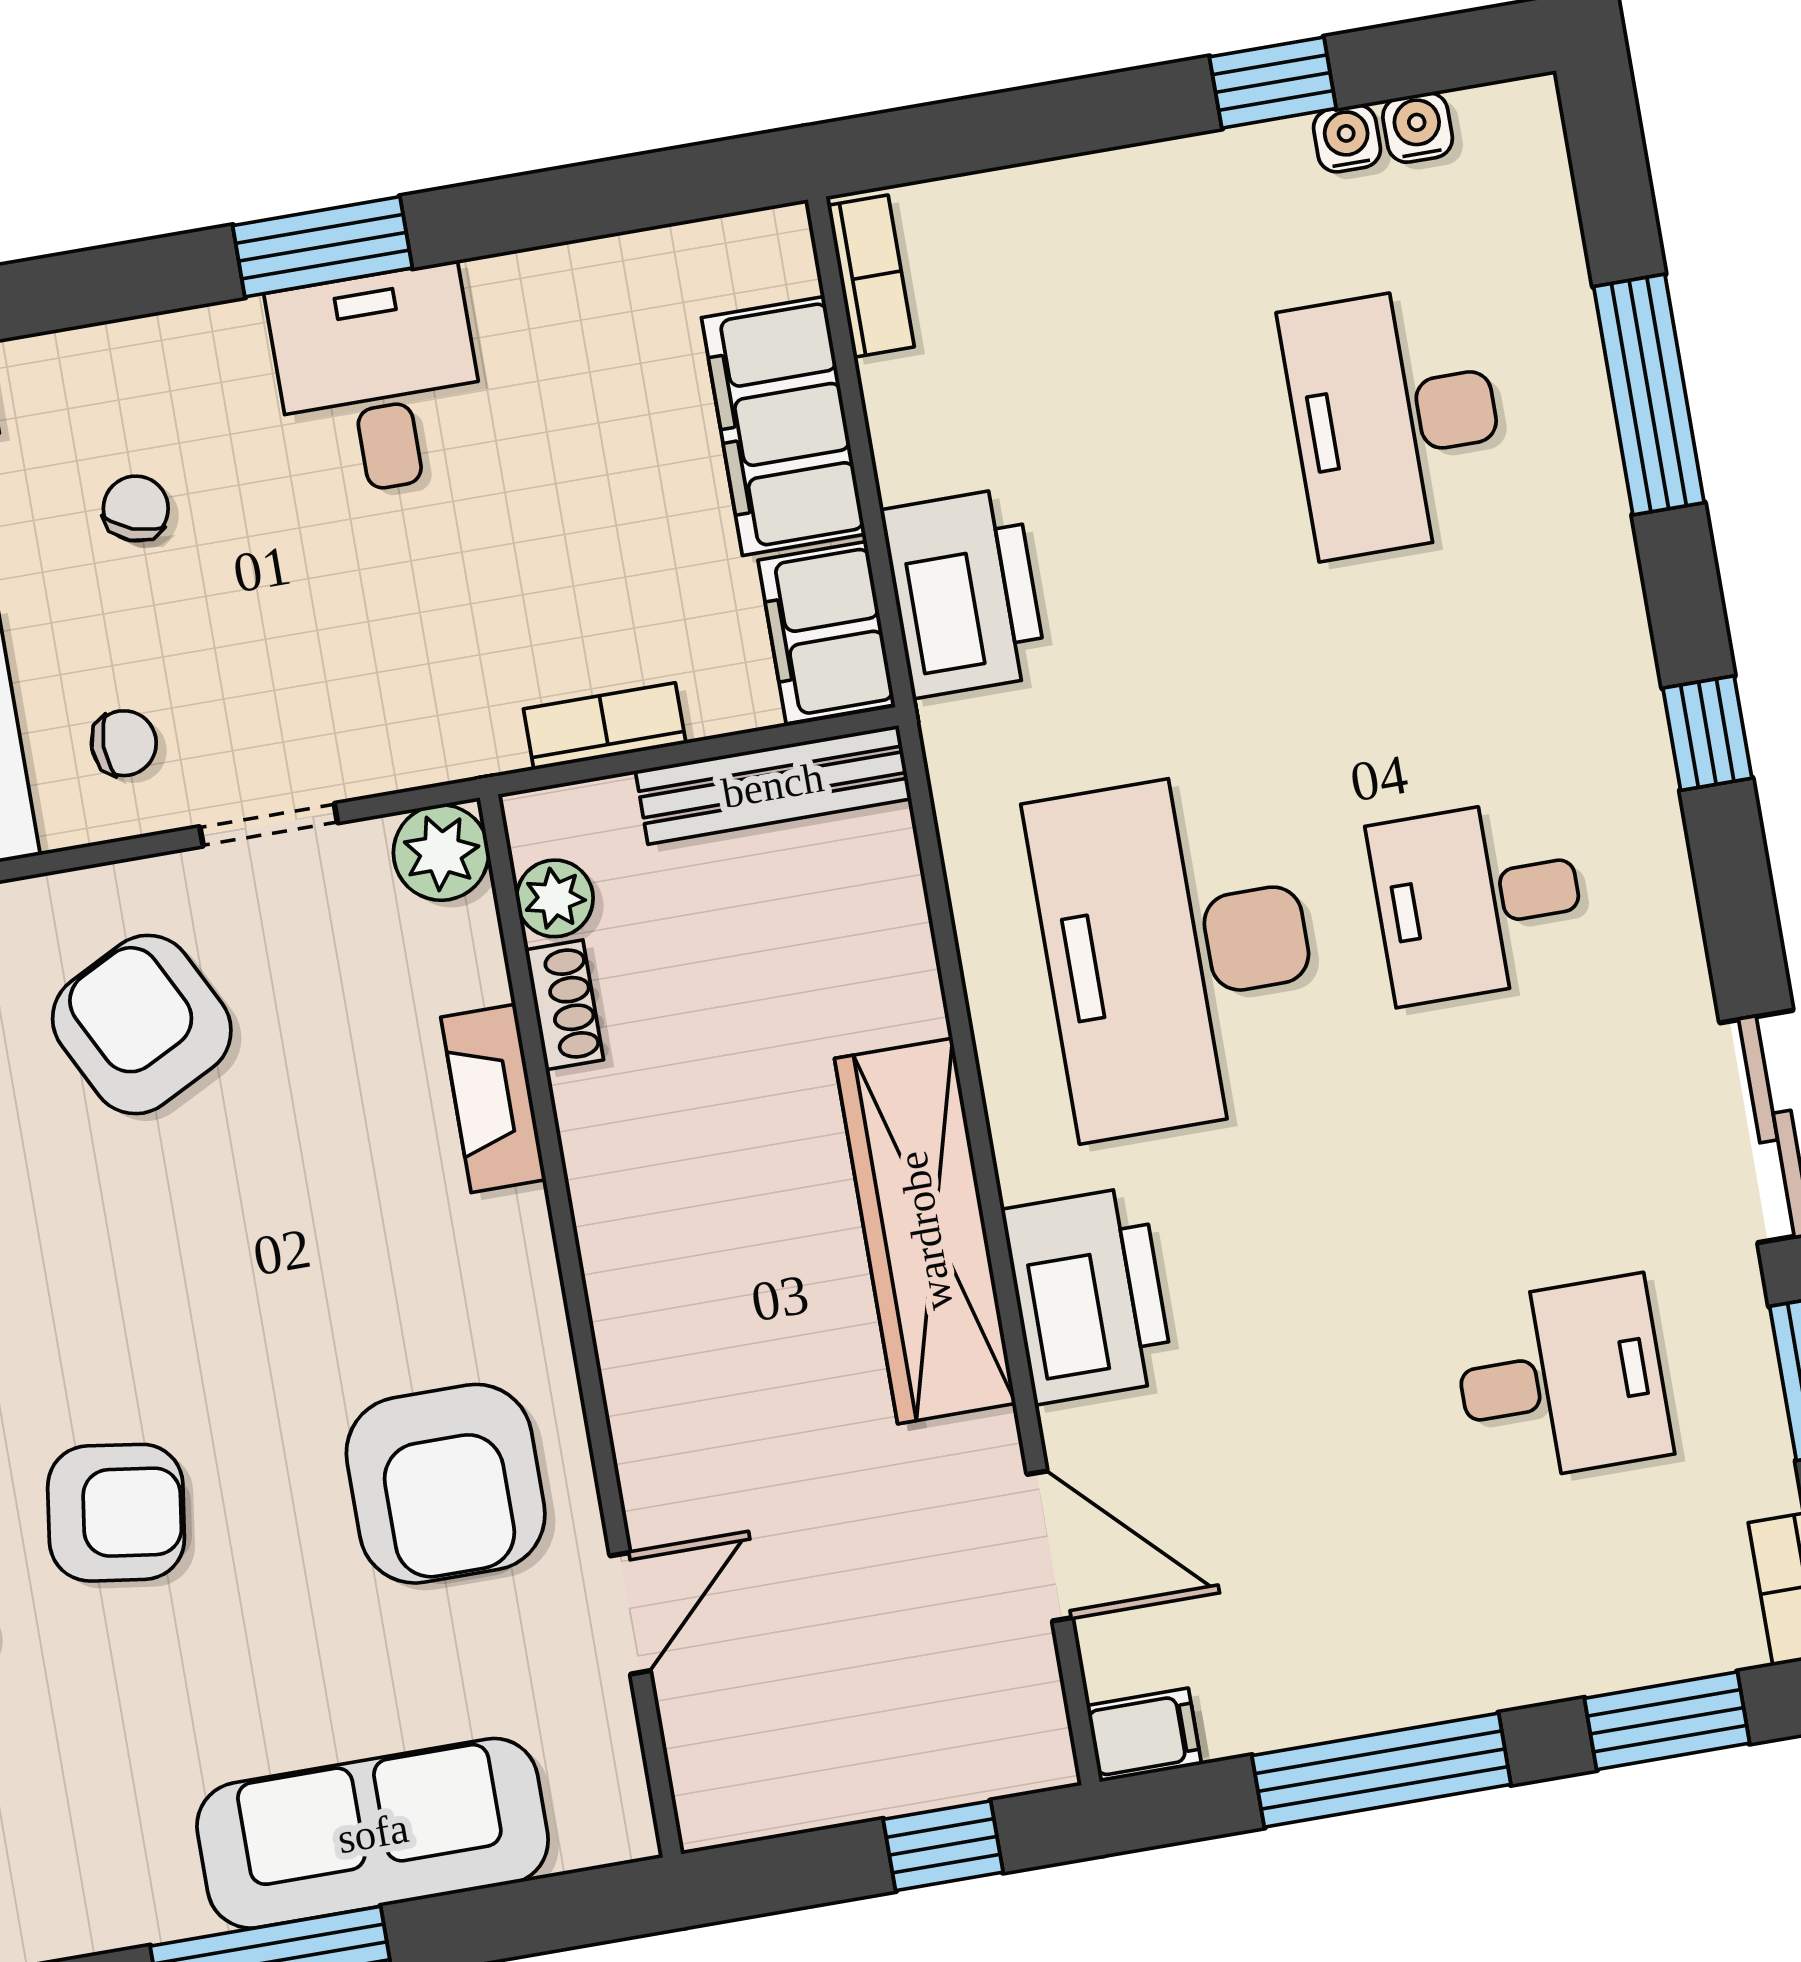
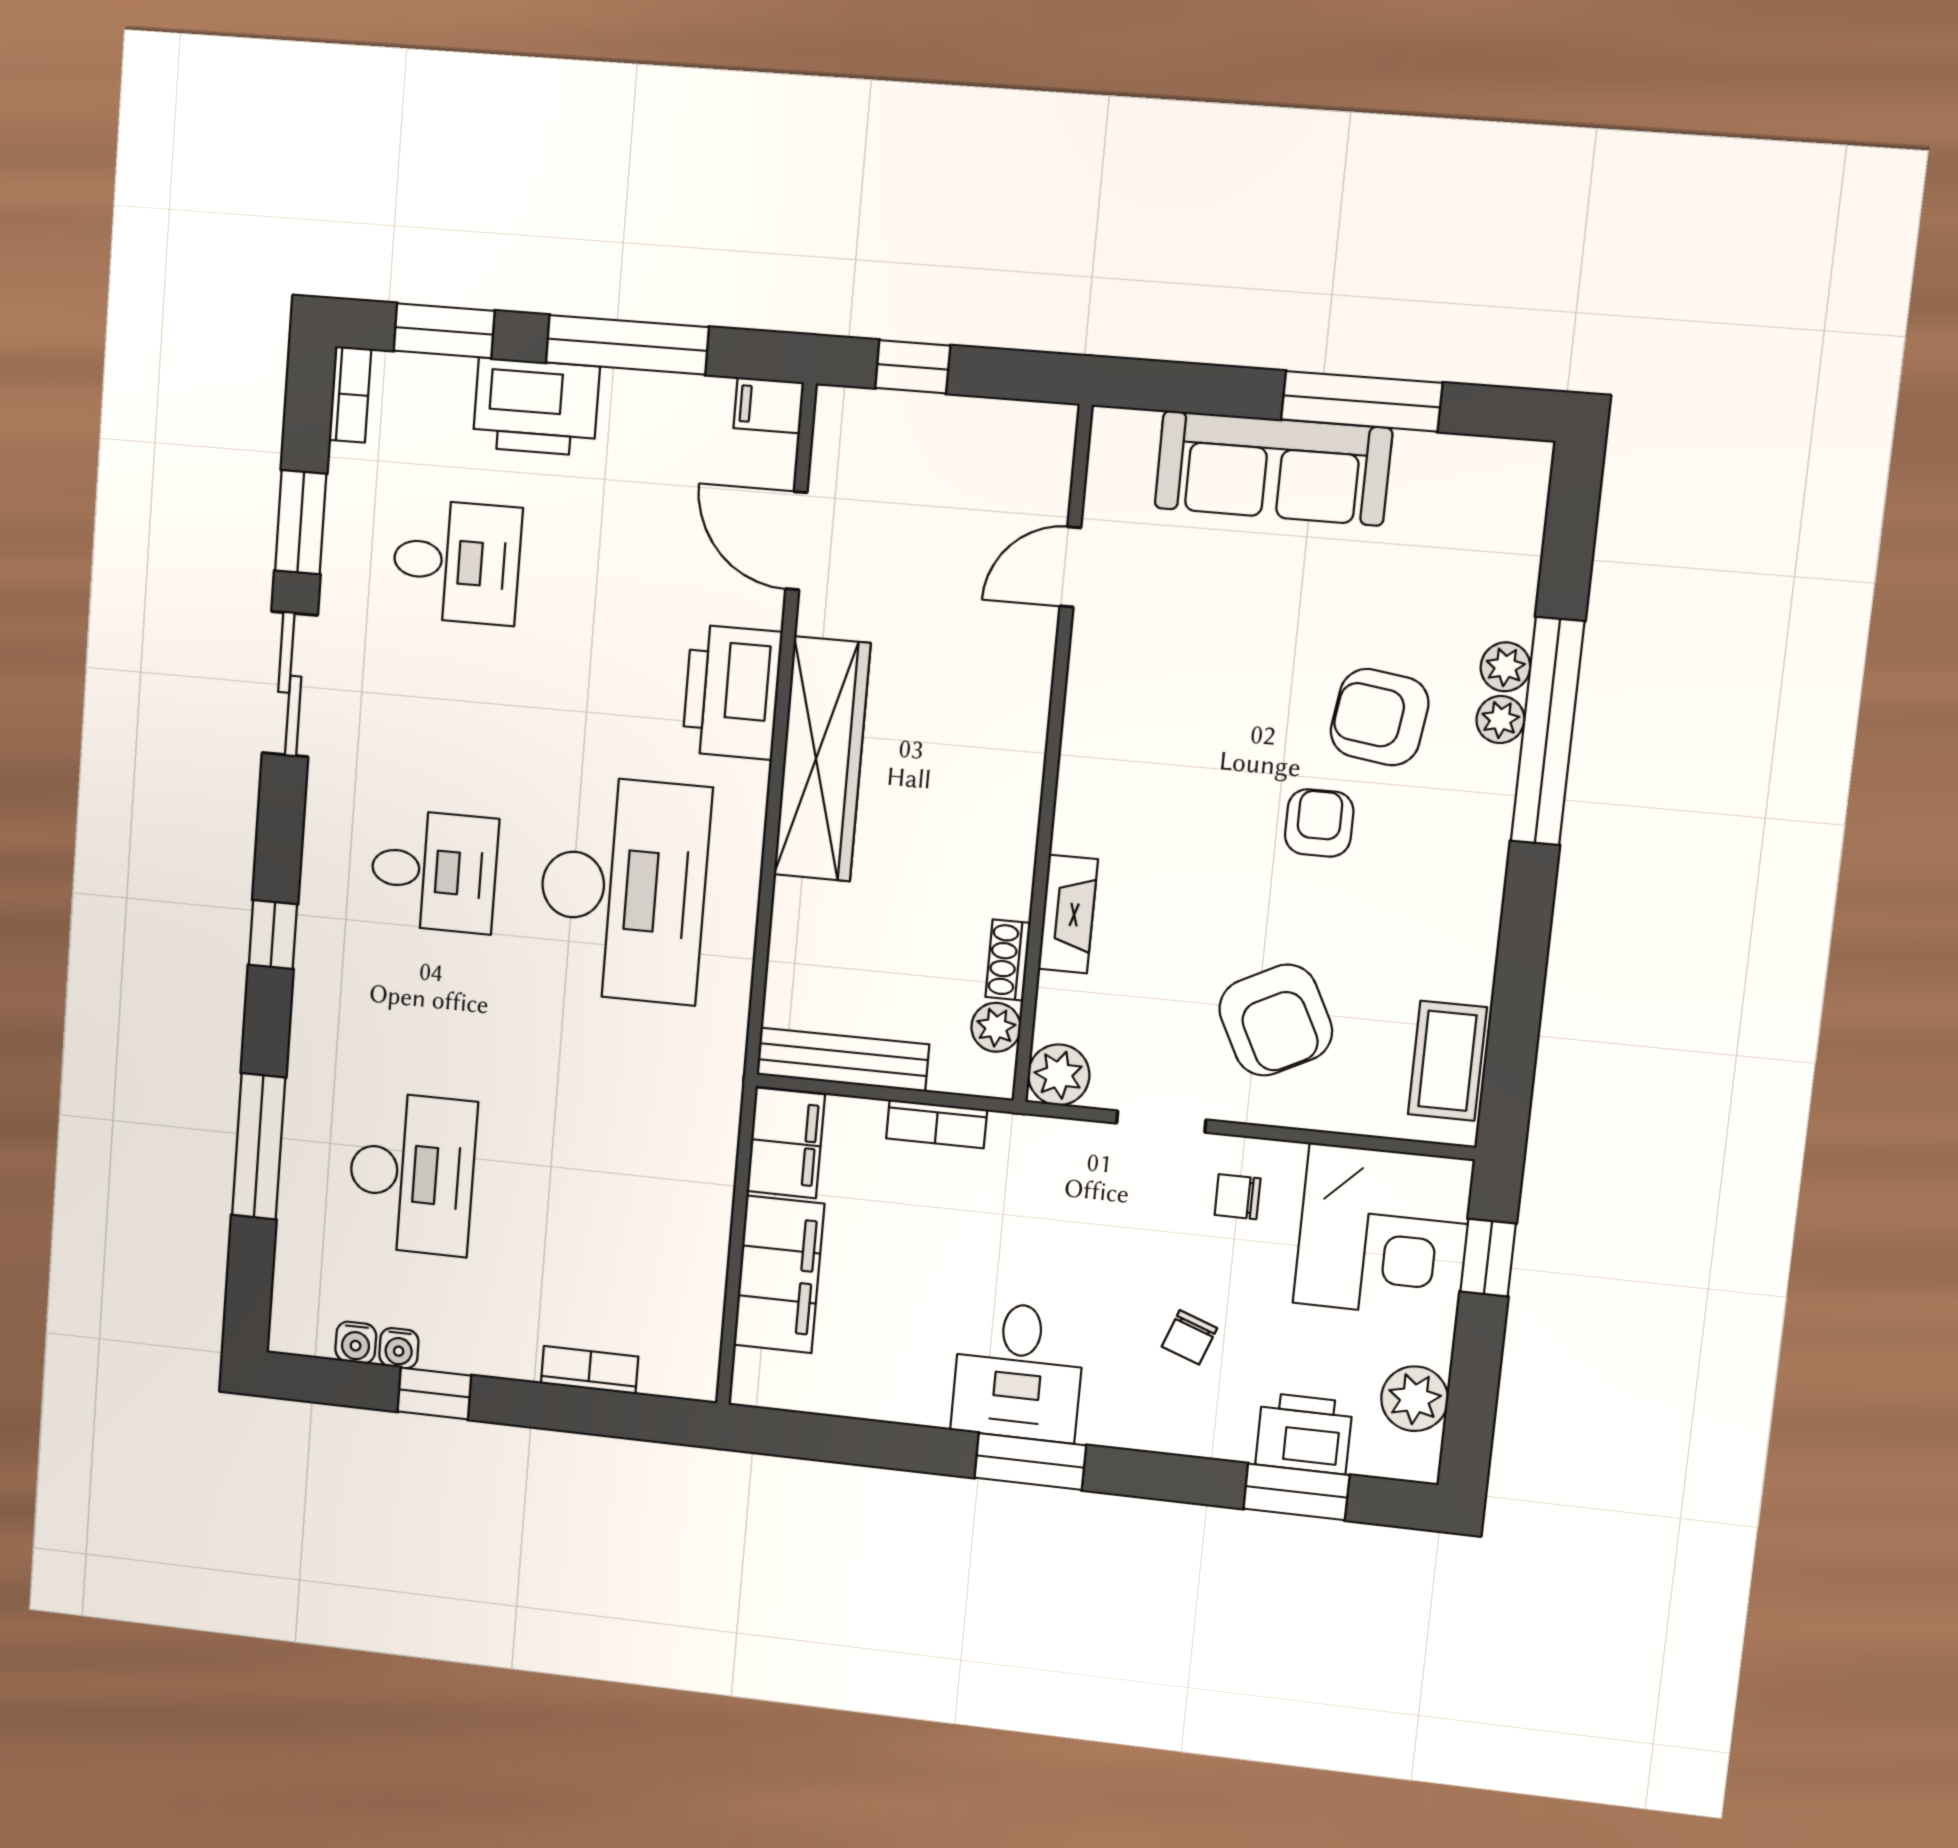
bookcase: (871, 276) -> (590, 1370), moved, turned 90
printer: (964, 593) -> (536, 407), moved, turned -90
desk: (1561, 1380) -> (456, 562), turned 180
armchair: (446, 1484) -> (1319, 823), moved, width x0.53, depth x0.53

